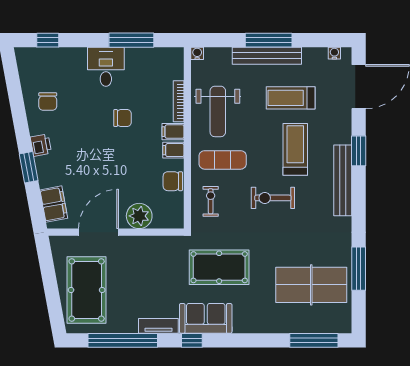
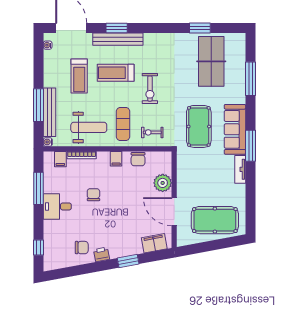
window: (269, 40) -> (38, 105), moved
bench: (267, 56) -> (49, 112), moved
filing cabinet: (173, 132) -> (60, 159), moved
printer: (41, 145) -> (102, 254), moved
bench: (343, 180) -> (118, 39), moved
window: (359, 269) -> (200, 28), width x0.69
sofa: (206, 318) -> (235, 129), width x1.36
window: (123, 340) -> (251, 195), removed
window: (192, 340) -> (251, 146), width x2.17
window: (314, 340) -> (251, 79), moved

